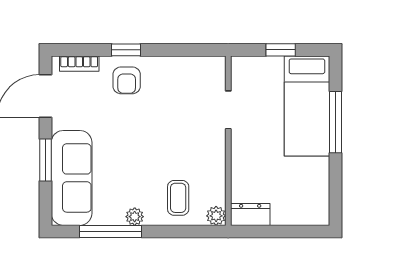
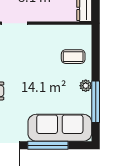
window: (45, 160) -> (48, 145), width x1.44
plant: (216, 216) -> (85, 31), removed

